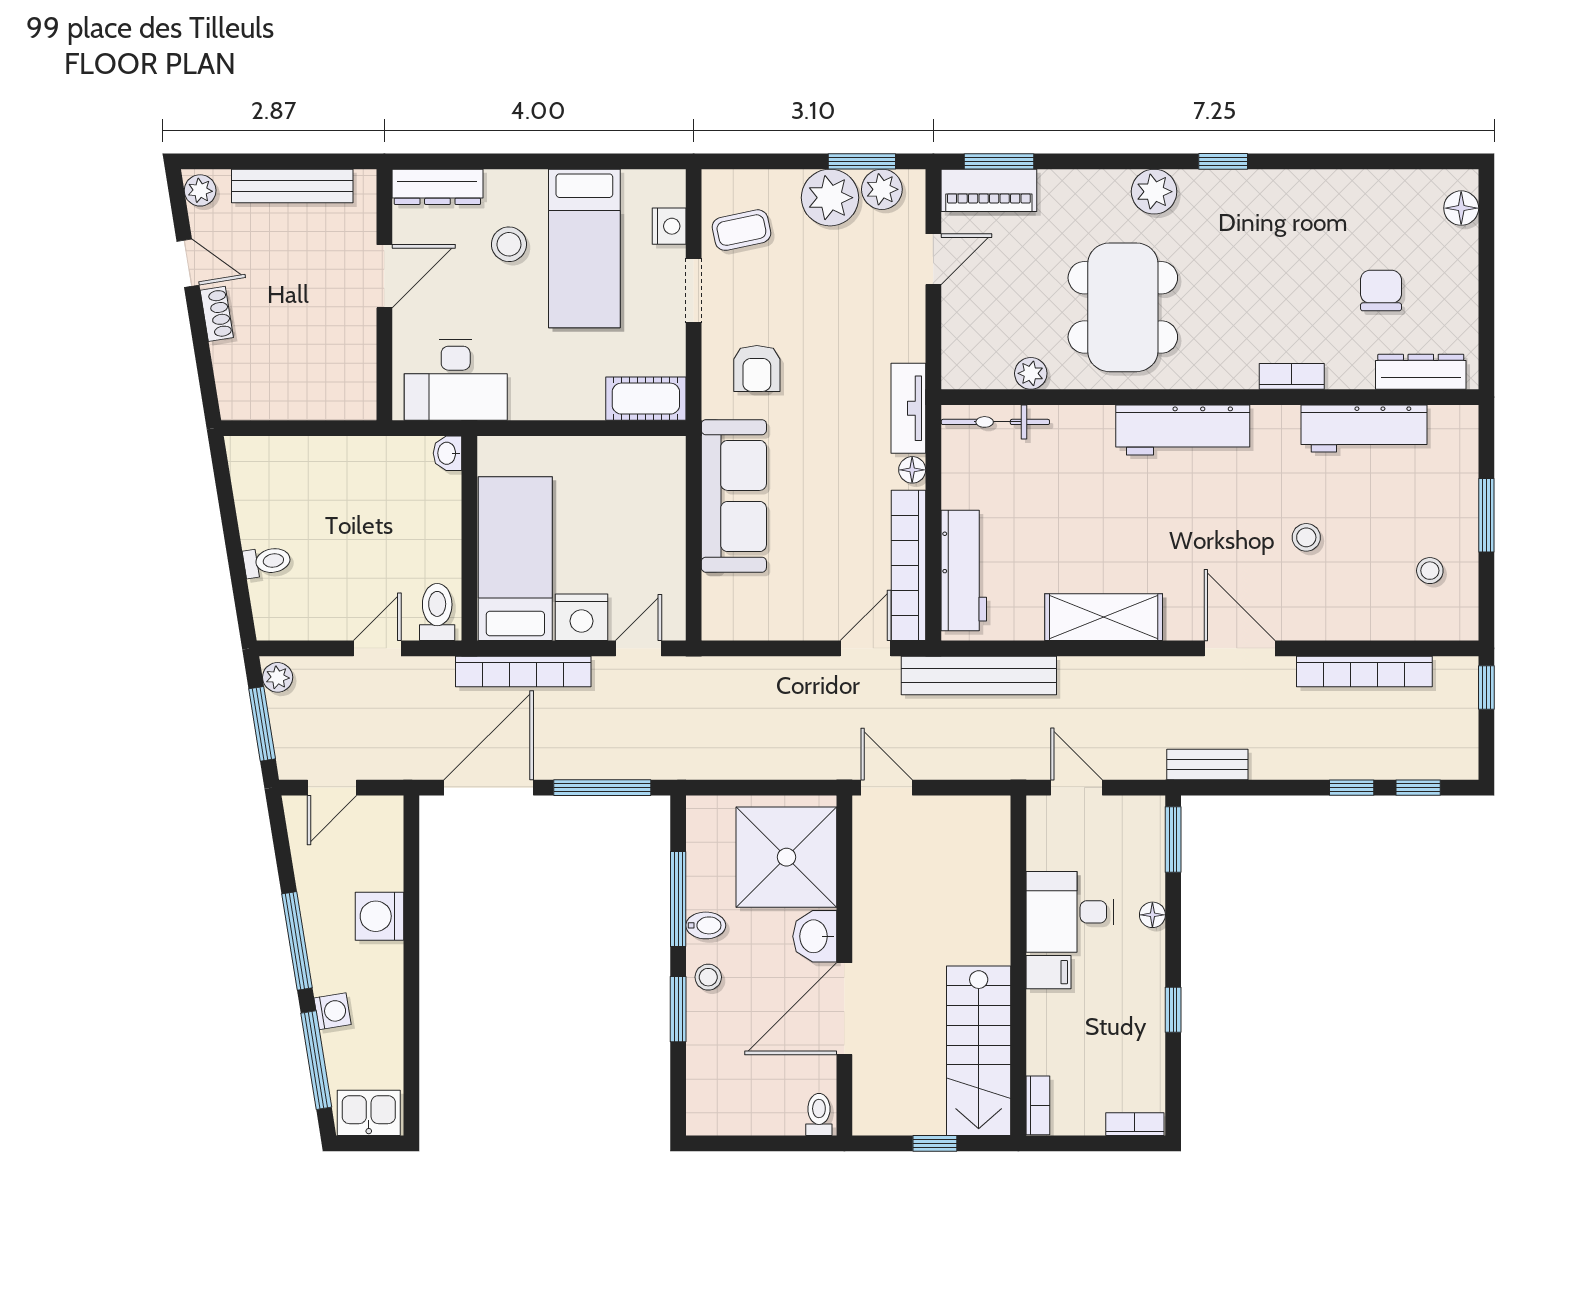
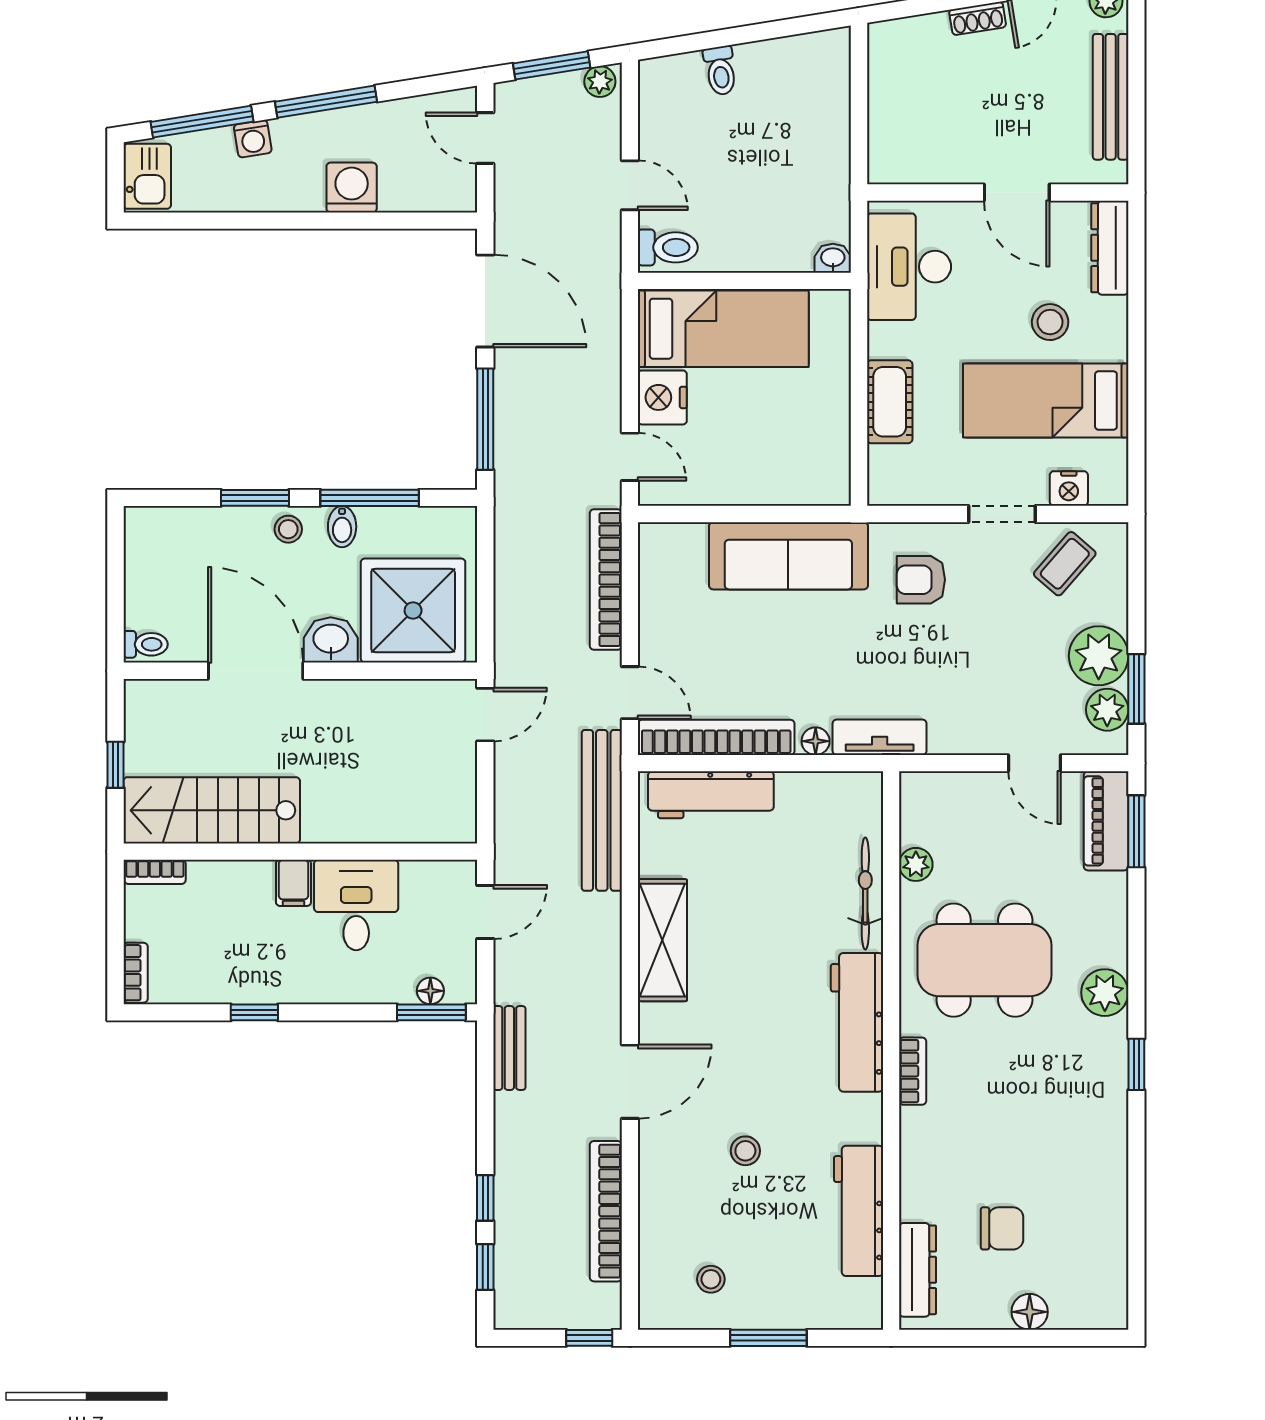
floor lamp: (1461, 208) -> (1030, 1312), moved
coffee table: (741, 230) -> (1065, 564), turned 53
bookcase: (1292, 376) -> (913, 1071), moved
cot: (646, 399) -> (890, 402), moved
bicycle: (995, 422) -> (865, 894), moved
bookcase: (523, 672) -> (606, 580), moved
floor lamp: (1152, 915) -> (430, 991), moved

